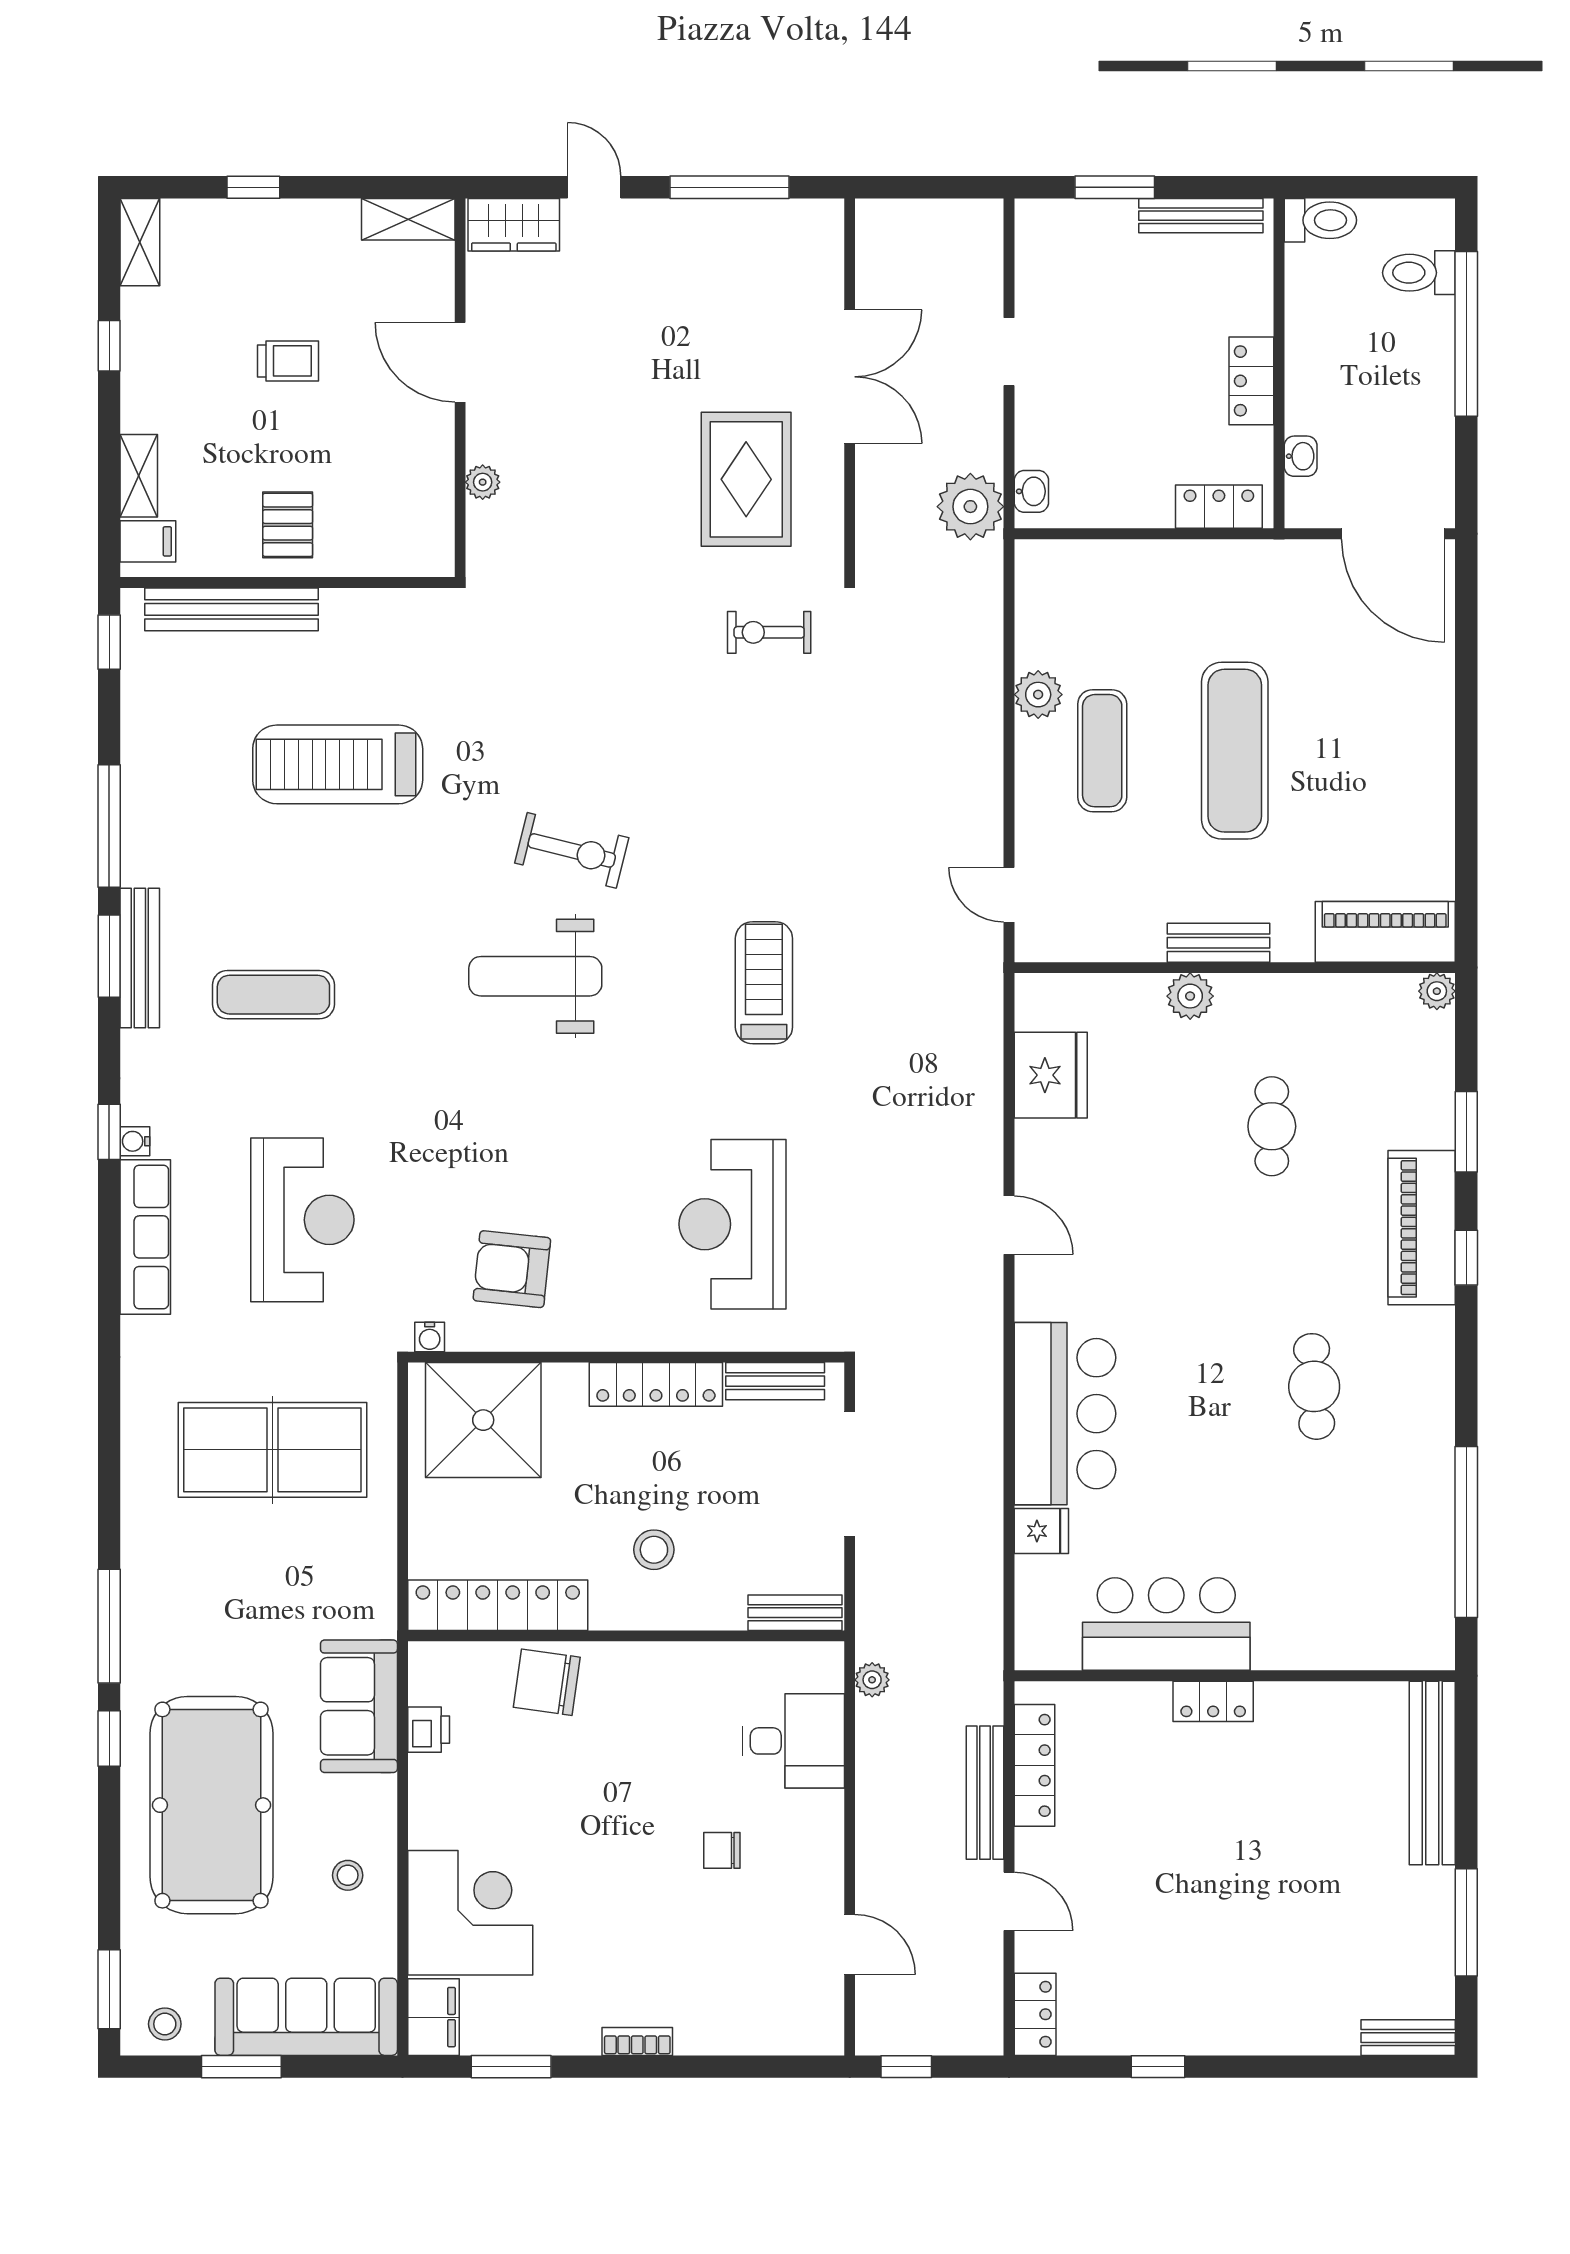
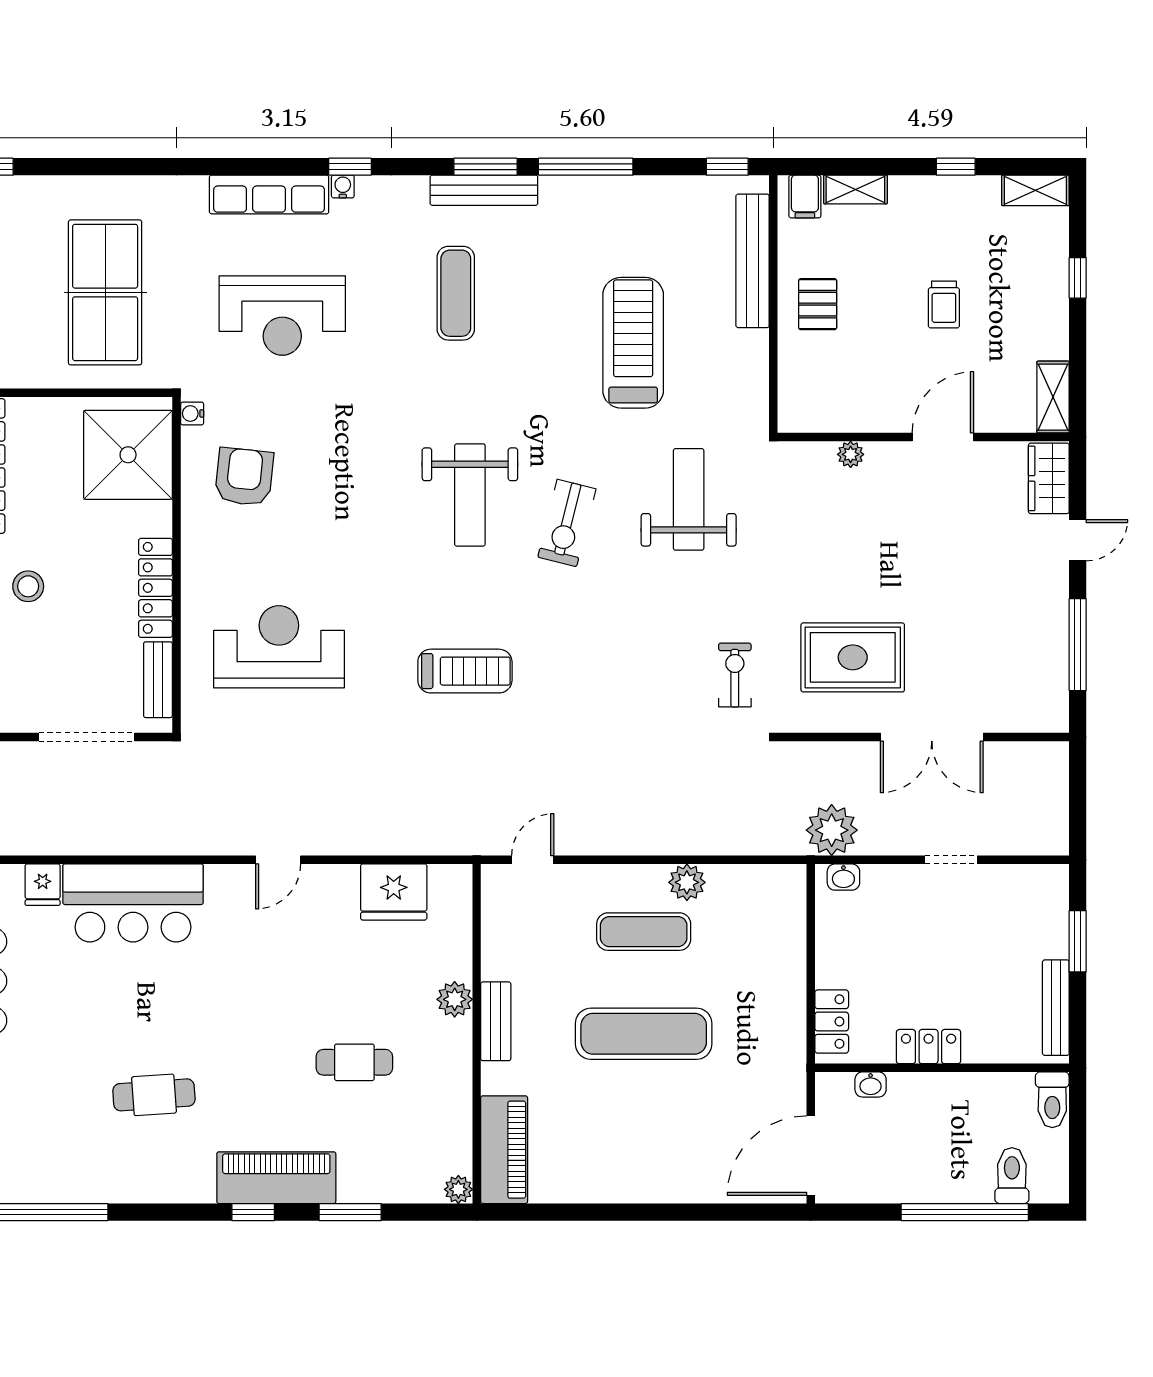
pallet: (288, 525) -> (818, 304), turned 90
weight bench: (541, 692) -> (689, 499), added
weight bench: (535, 976) -> (470, 495), turned 180

